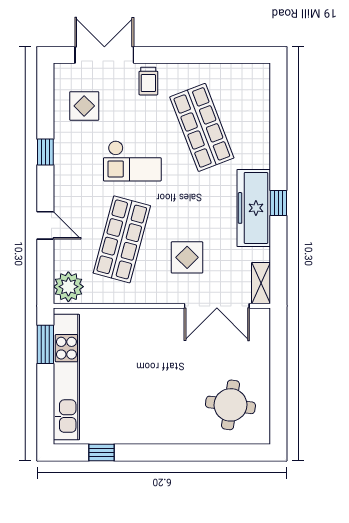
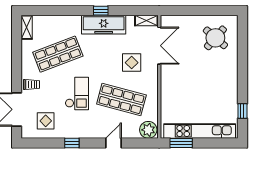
shelving: (249, 73) -> (27, 27), added
round table: (230, 405) -> (215, 38), turned 33

